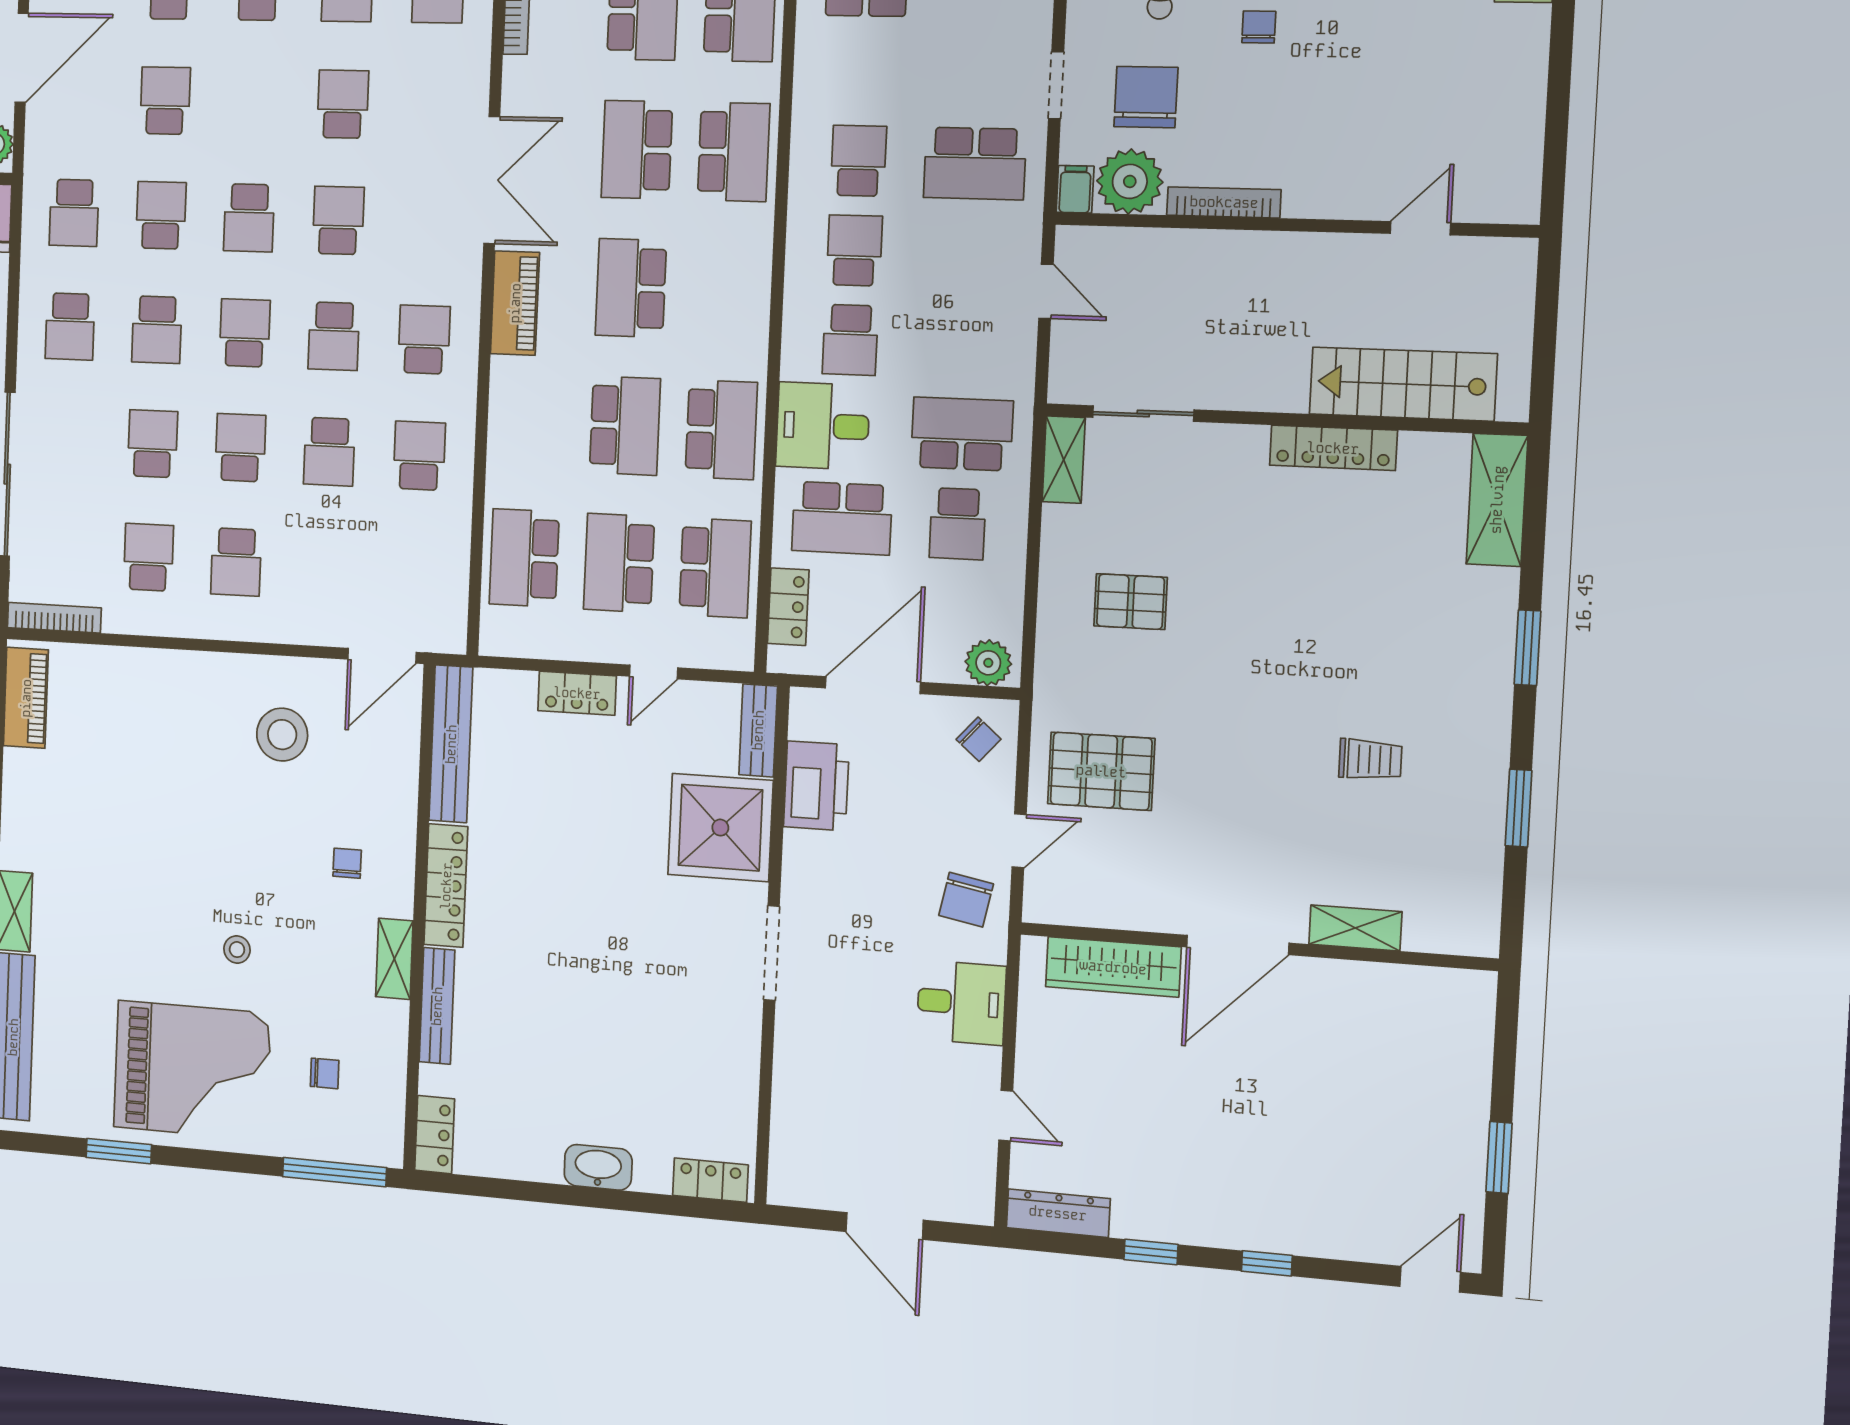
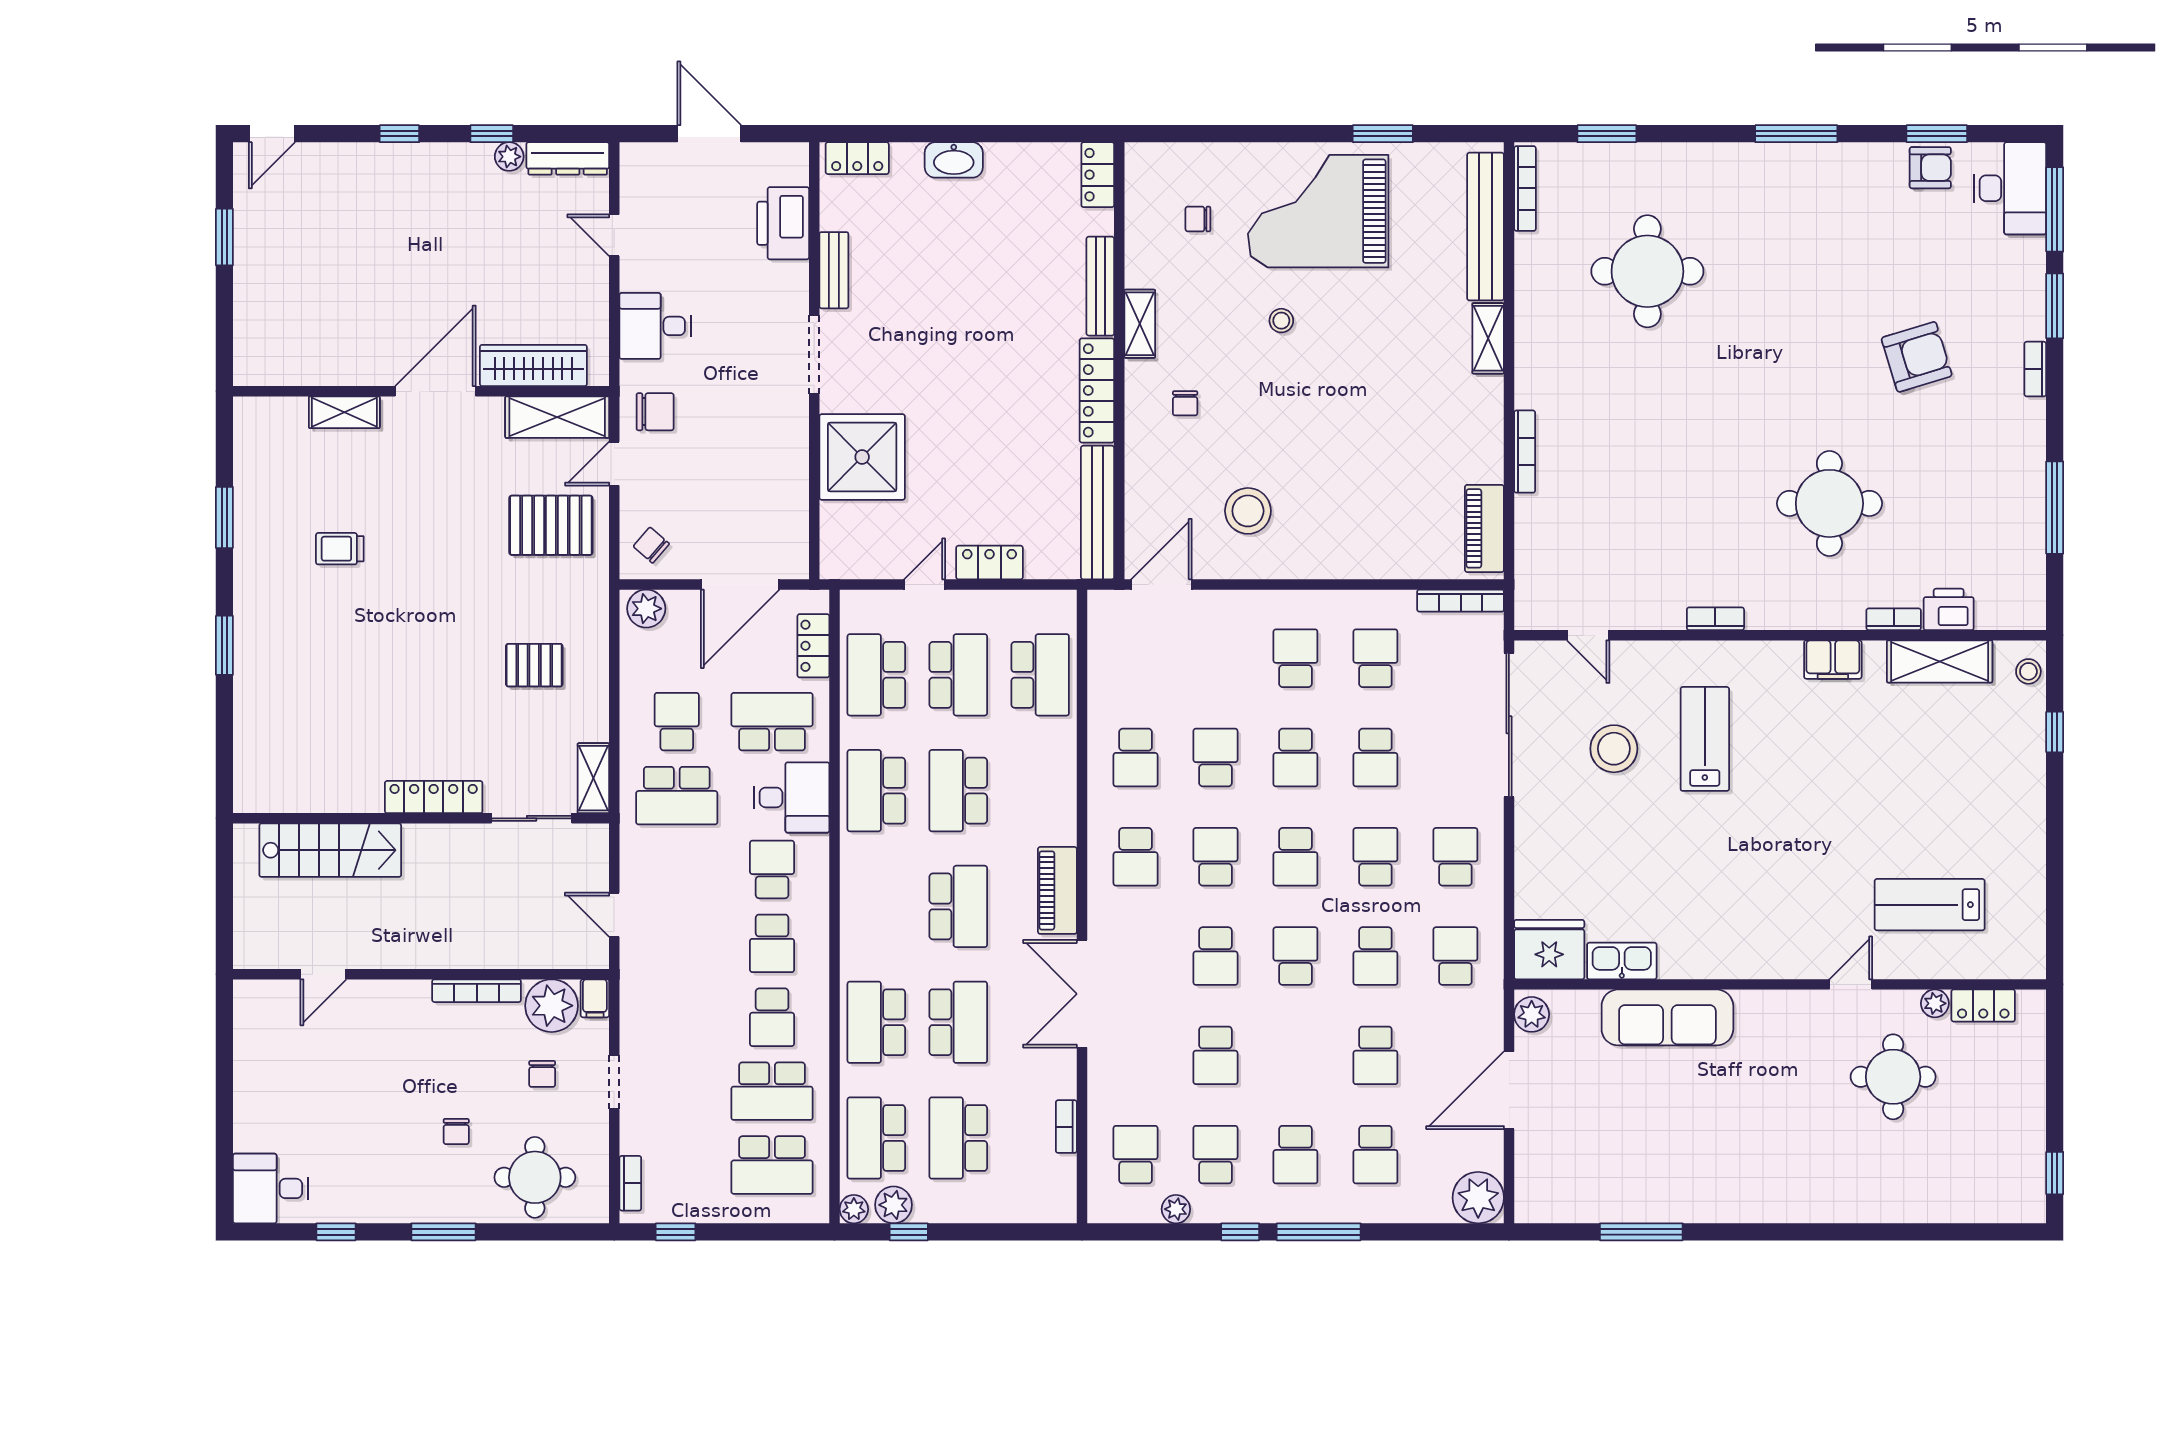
chair: (1146, 97) -> (542, 1074), width x0.54, depth x0.54
school desk: (975, 163) -> (772, 1091), moved, turned 180
locker: (1333, 448) -> (434, 797), moved
shelving: (1497, 500) -> (557, 417), moved, turned 90
school desk: (148, 557) -> (1375, 658), turned 180
bench: (758, 730) -> (834, 270), moved
printer: (816, 786) -> (783, 223), moved
chair: (966, 900) -> (655, 412), turned 79
window: (334, 1172) -> (1186, 134), removed
plant: (1131, 1222) -> (509, 157), added

